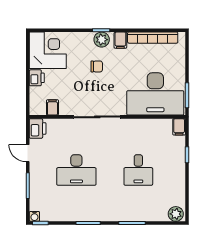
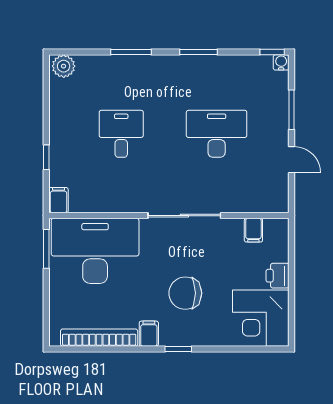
plant: (102, 40) -> (178, 335), removed
chair: (97, 66) -> (185, 293), width x1.87, depth x1.87
printer: (38, 128) -> (276, 198), removed

